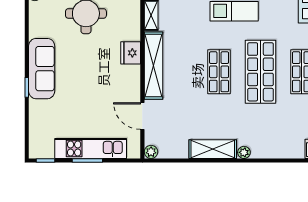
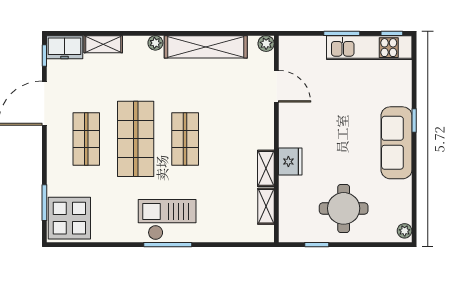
shelving: (154, 66) -> (266, 168), width x0.45, depth x0.75
kitchen unit: (91, 148) -> (369, 48), moved
shelving: (213, 149) -> (206, 47), width x1.47
shelving: (288, 151) -> (103, 44), added

